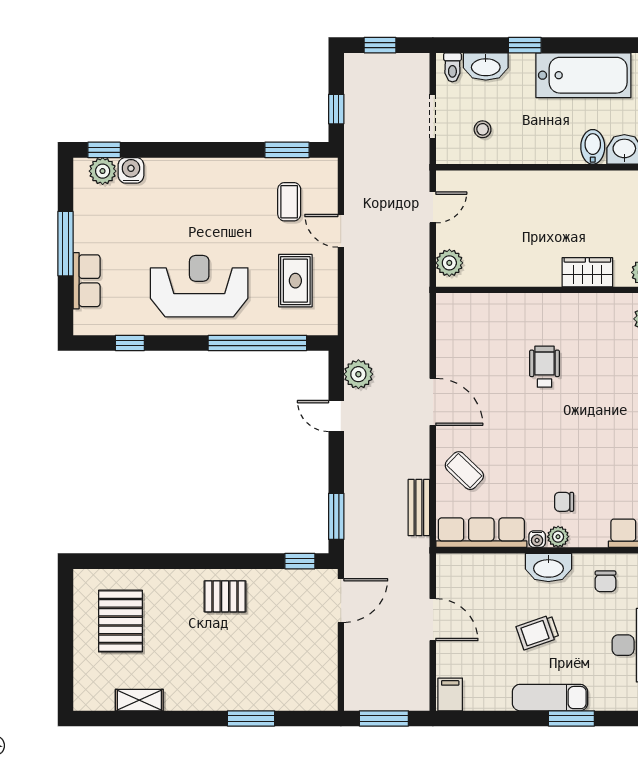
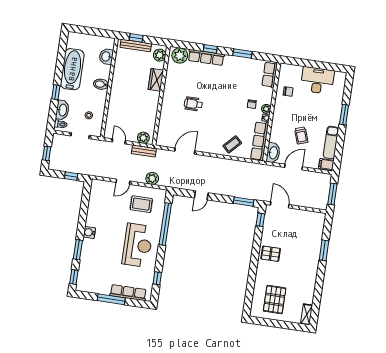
bidet: (593, 147) -> (101, 84), moved
window: (287, 150) -> (78, 250), moved
water cooler: (131, 170) -> (89, 232), moved
plant: (103, 171) -> (83, 279), removed
coffee table: (289, 202) -> (107, 202), removed
row of seats: (87, 281) -> (128, 293), width x1.48
reception desk: (199, 286) -> (138, 245), turned 180
plant: (358, 374) -> (152, 178), moved
door: (433, 402) -> (185, 151), moved
bench: (419, 508) -> (144, 151), moved
washbasin: (548, 568) -> (273, 153), moved
pallet: (225, 596) -> (271, 254), turned 90
pallet: (120, 621) -> (275, 300), turned 90
trolley: (537, 632) -> (301, 135), moved
exam couch: (550, 698) -> (331, 143), moved
shelving: (139, 700) -> (307, 314), moved

